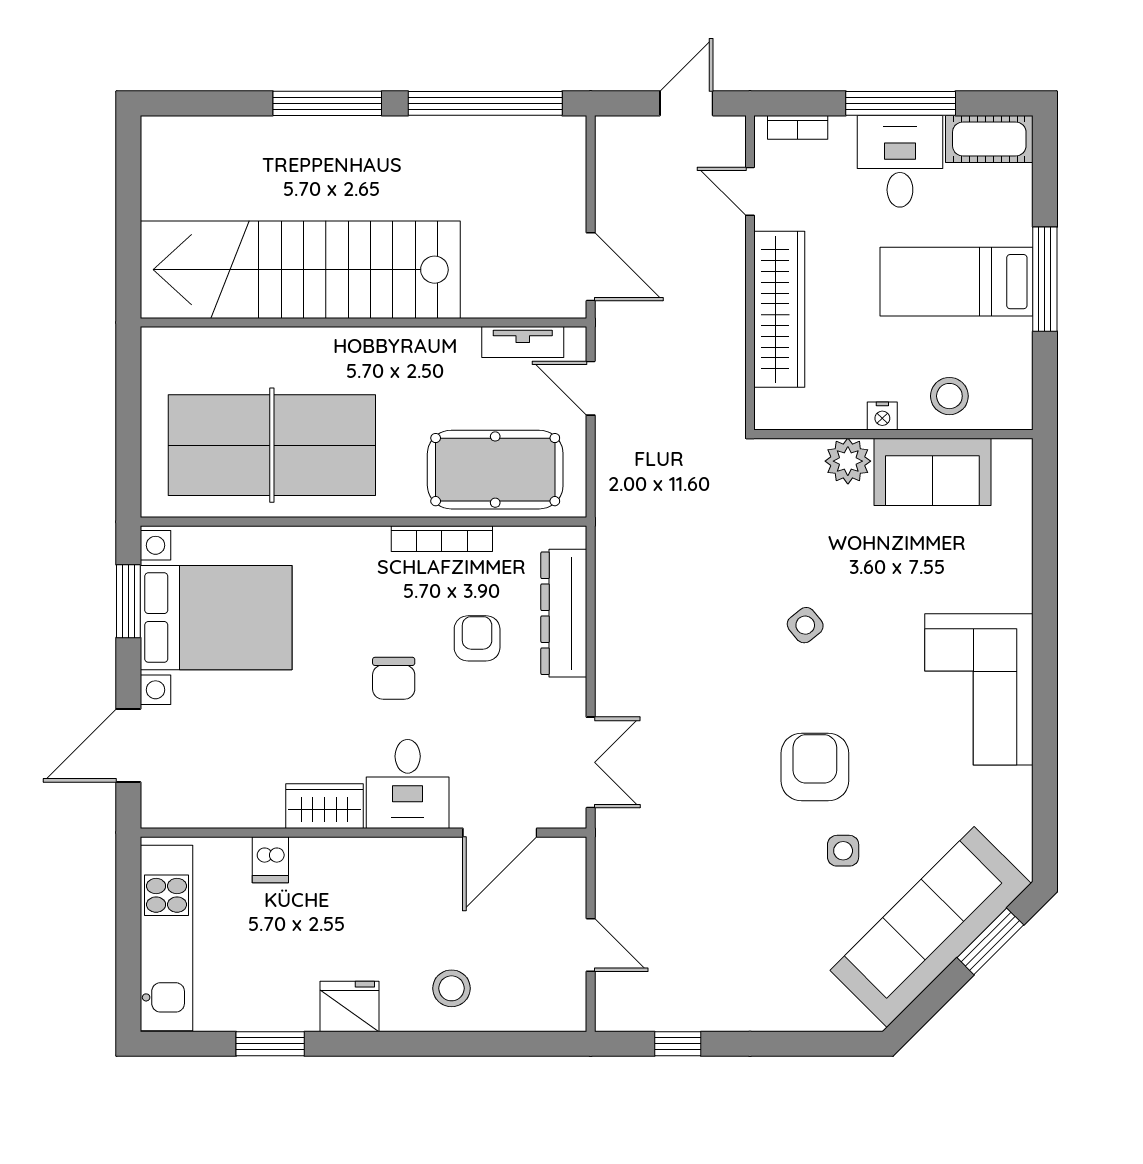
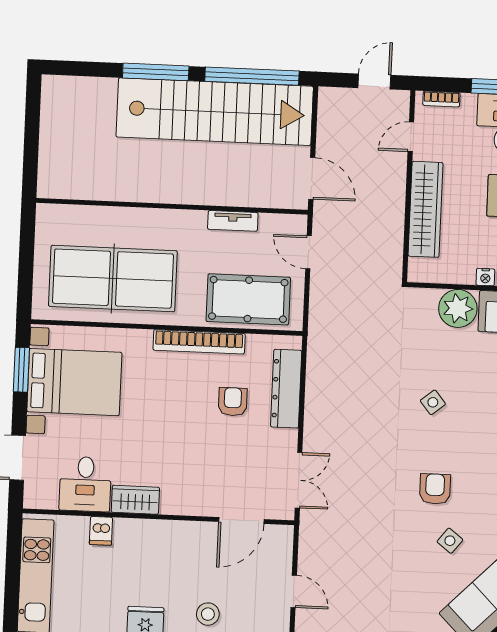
door: (750, 191) -> (411, 137), hinge flipped
stairs: (300, 270) -> (215, 112), moved, turned 180
tv unit: (523, 342) -> (233, 221), moved
plant: (848, 461) -> (458, 308), width x1.36, depth x1.36
bookcase: (442, 539) -> (199, 342), width x1.48, depth x1.31
chair: (394, 678) -> (181, 424), removed
armchair: (815, 767) -> (435, 489), width x0.72, depth x0.72
desk: (408, 784) -> (85, 484), moved
side table: (843, 851) -> (450, 541), turned 38

